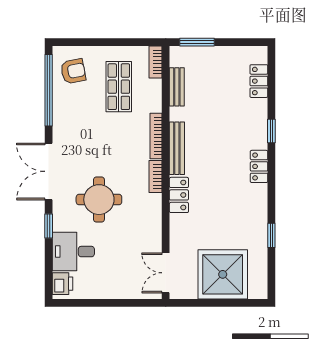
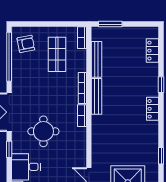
bench: (177, 87) -> (97, 59), width x1.36
locker: (179, 195) -> (98, 128), removed

